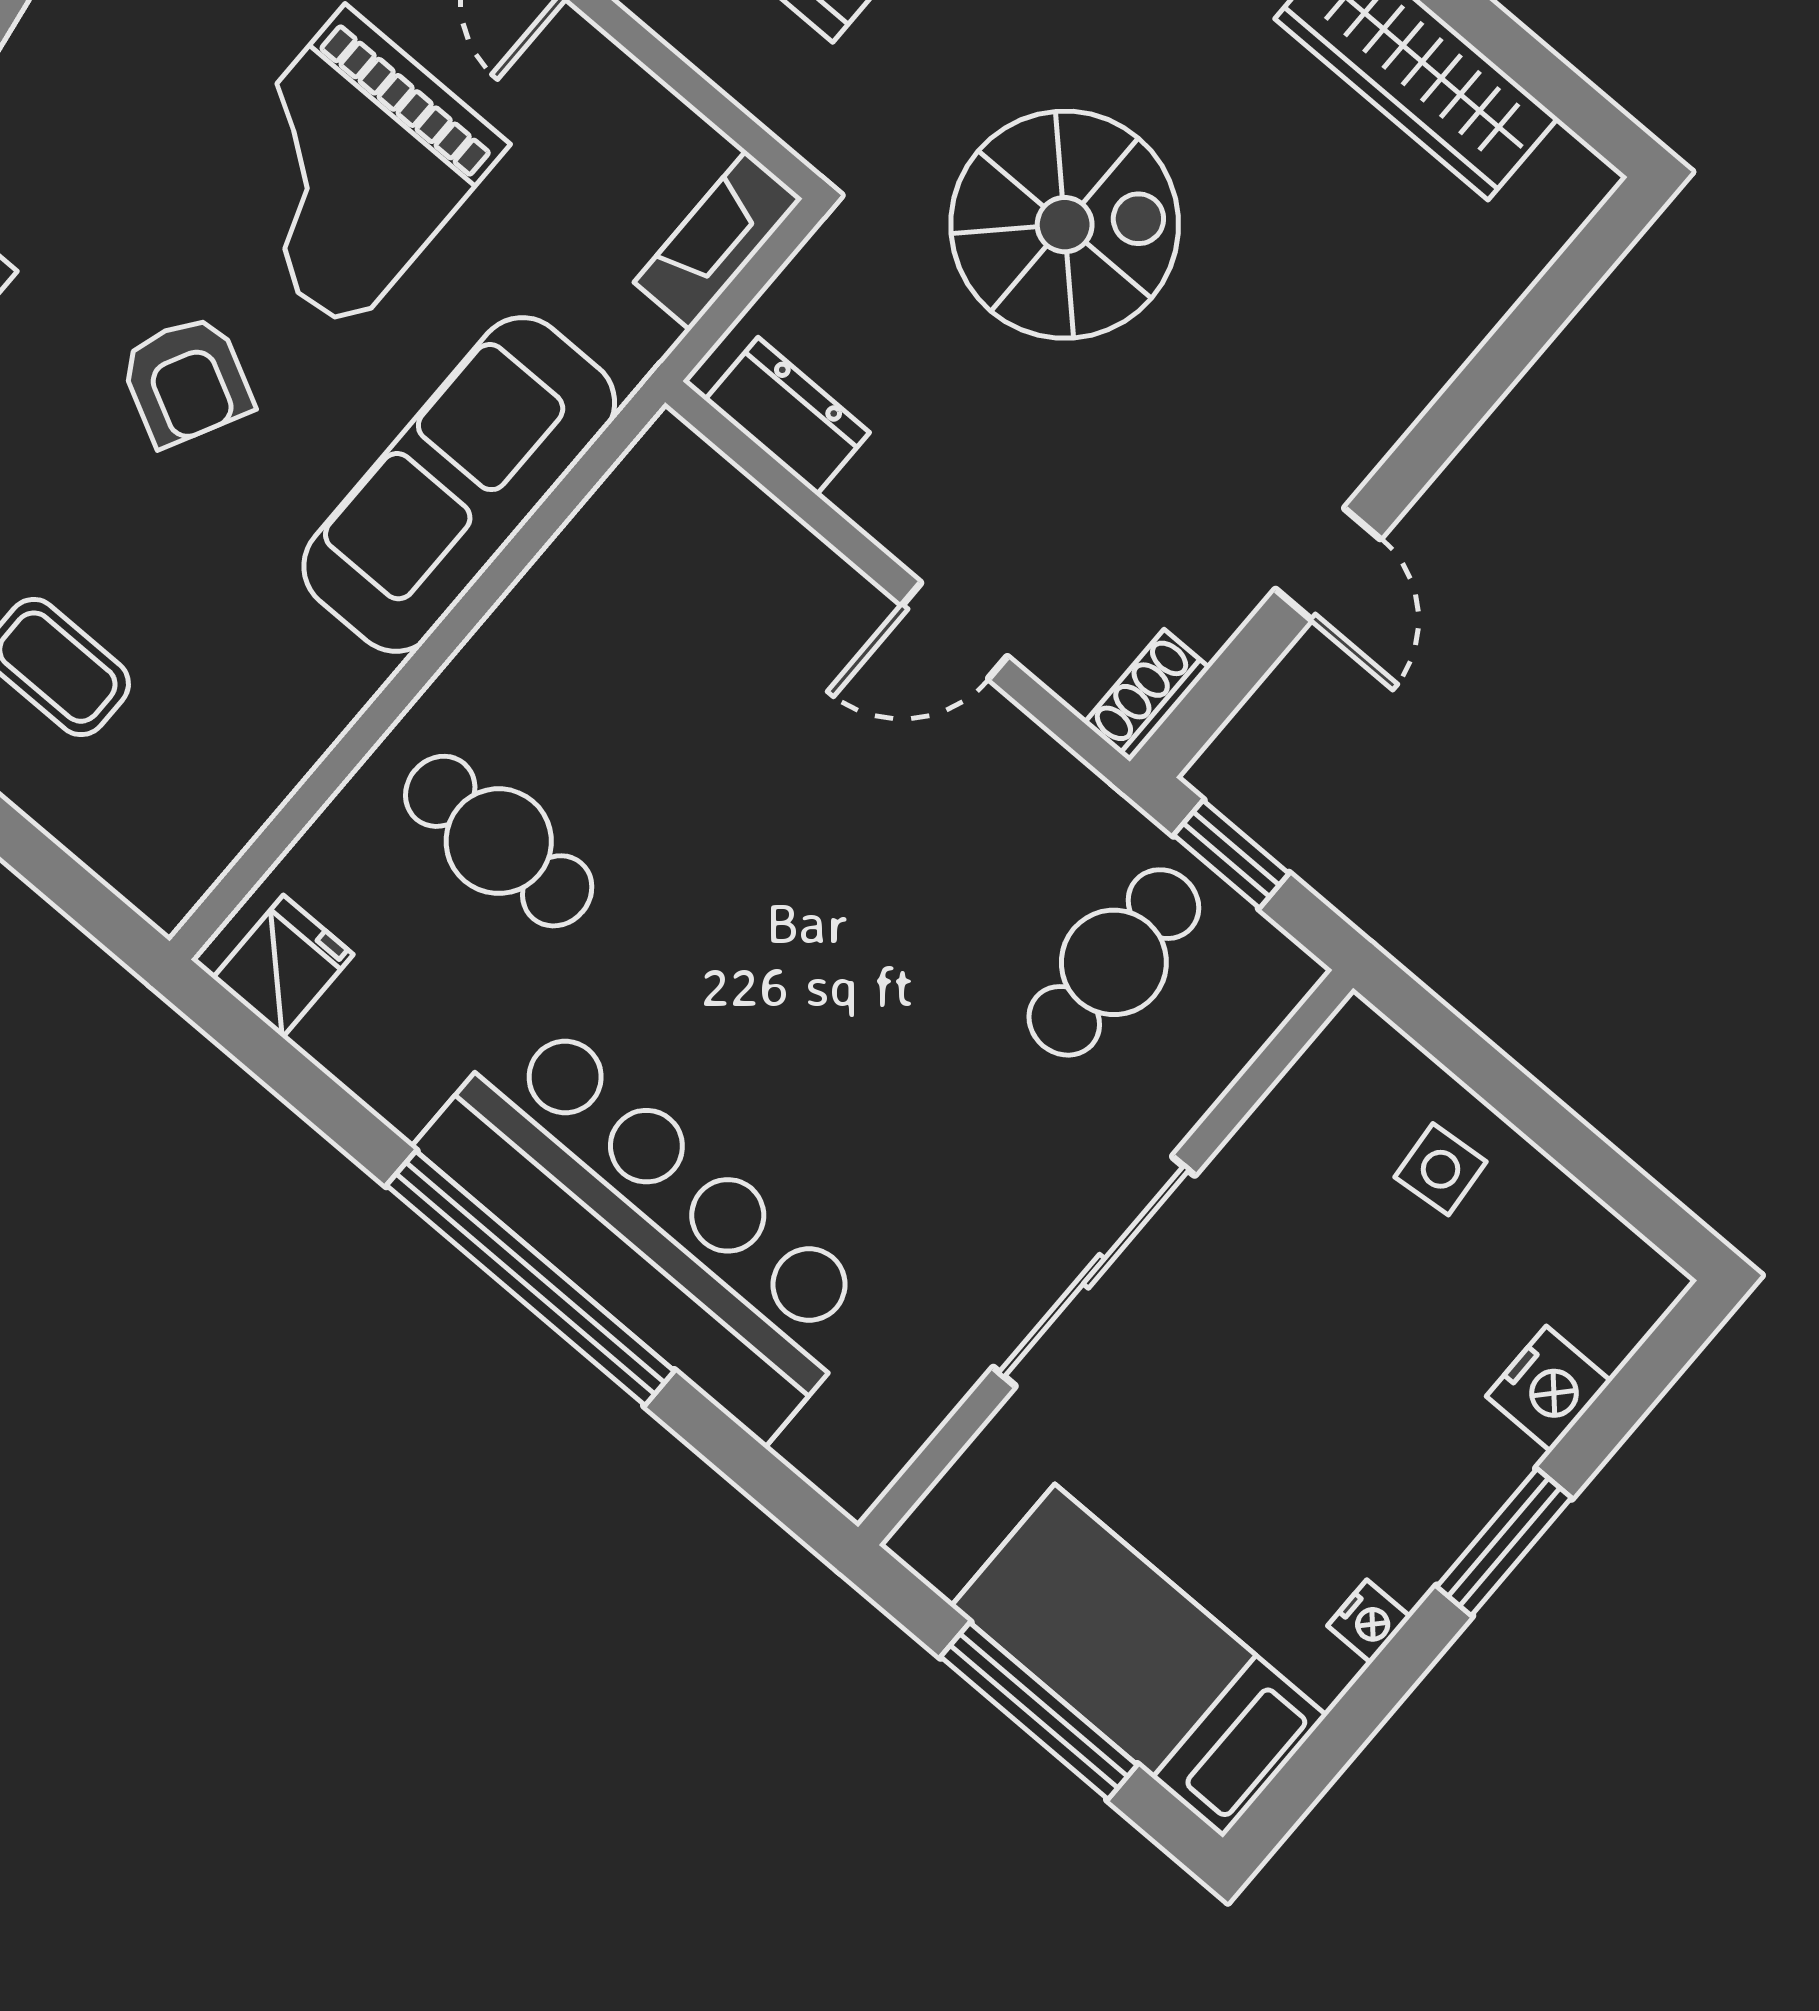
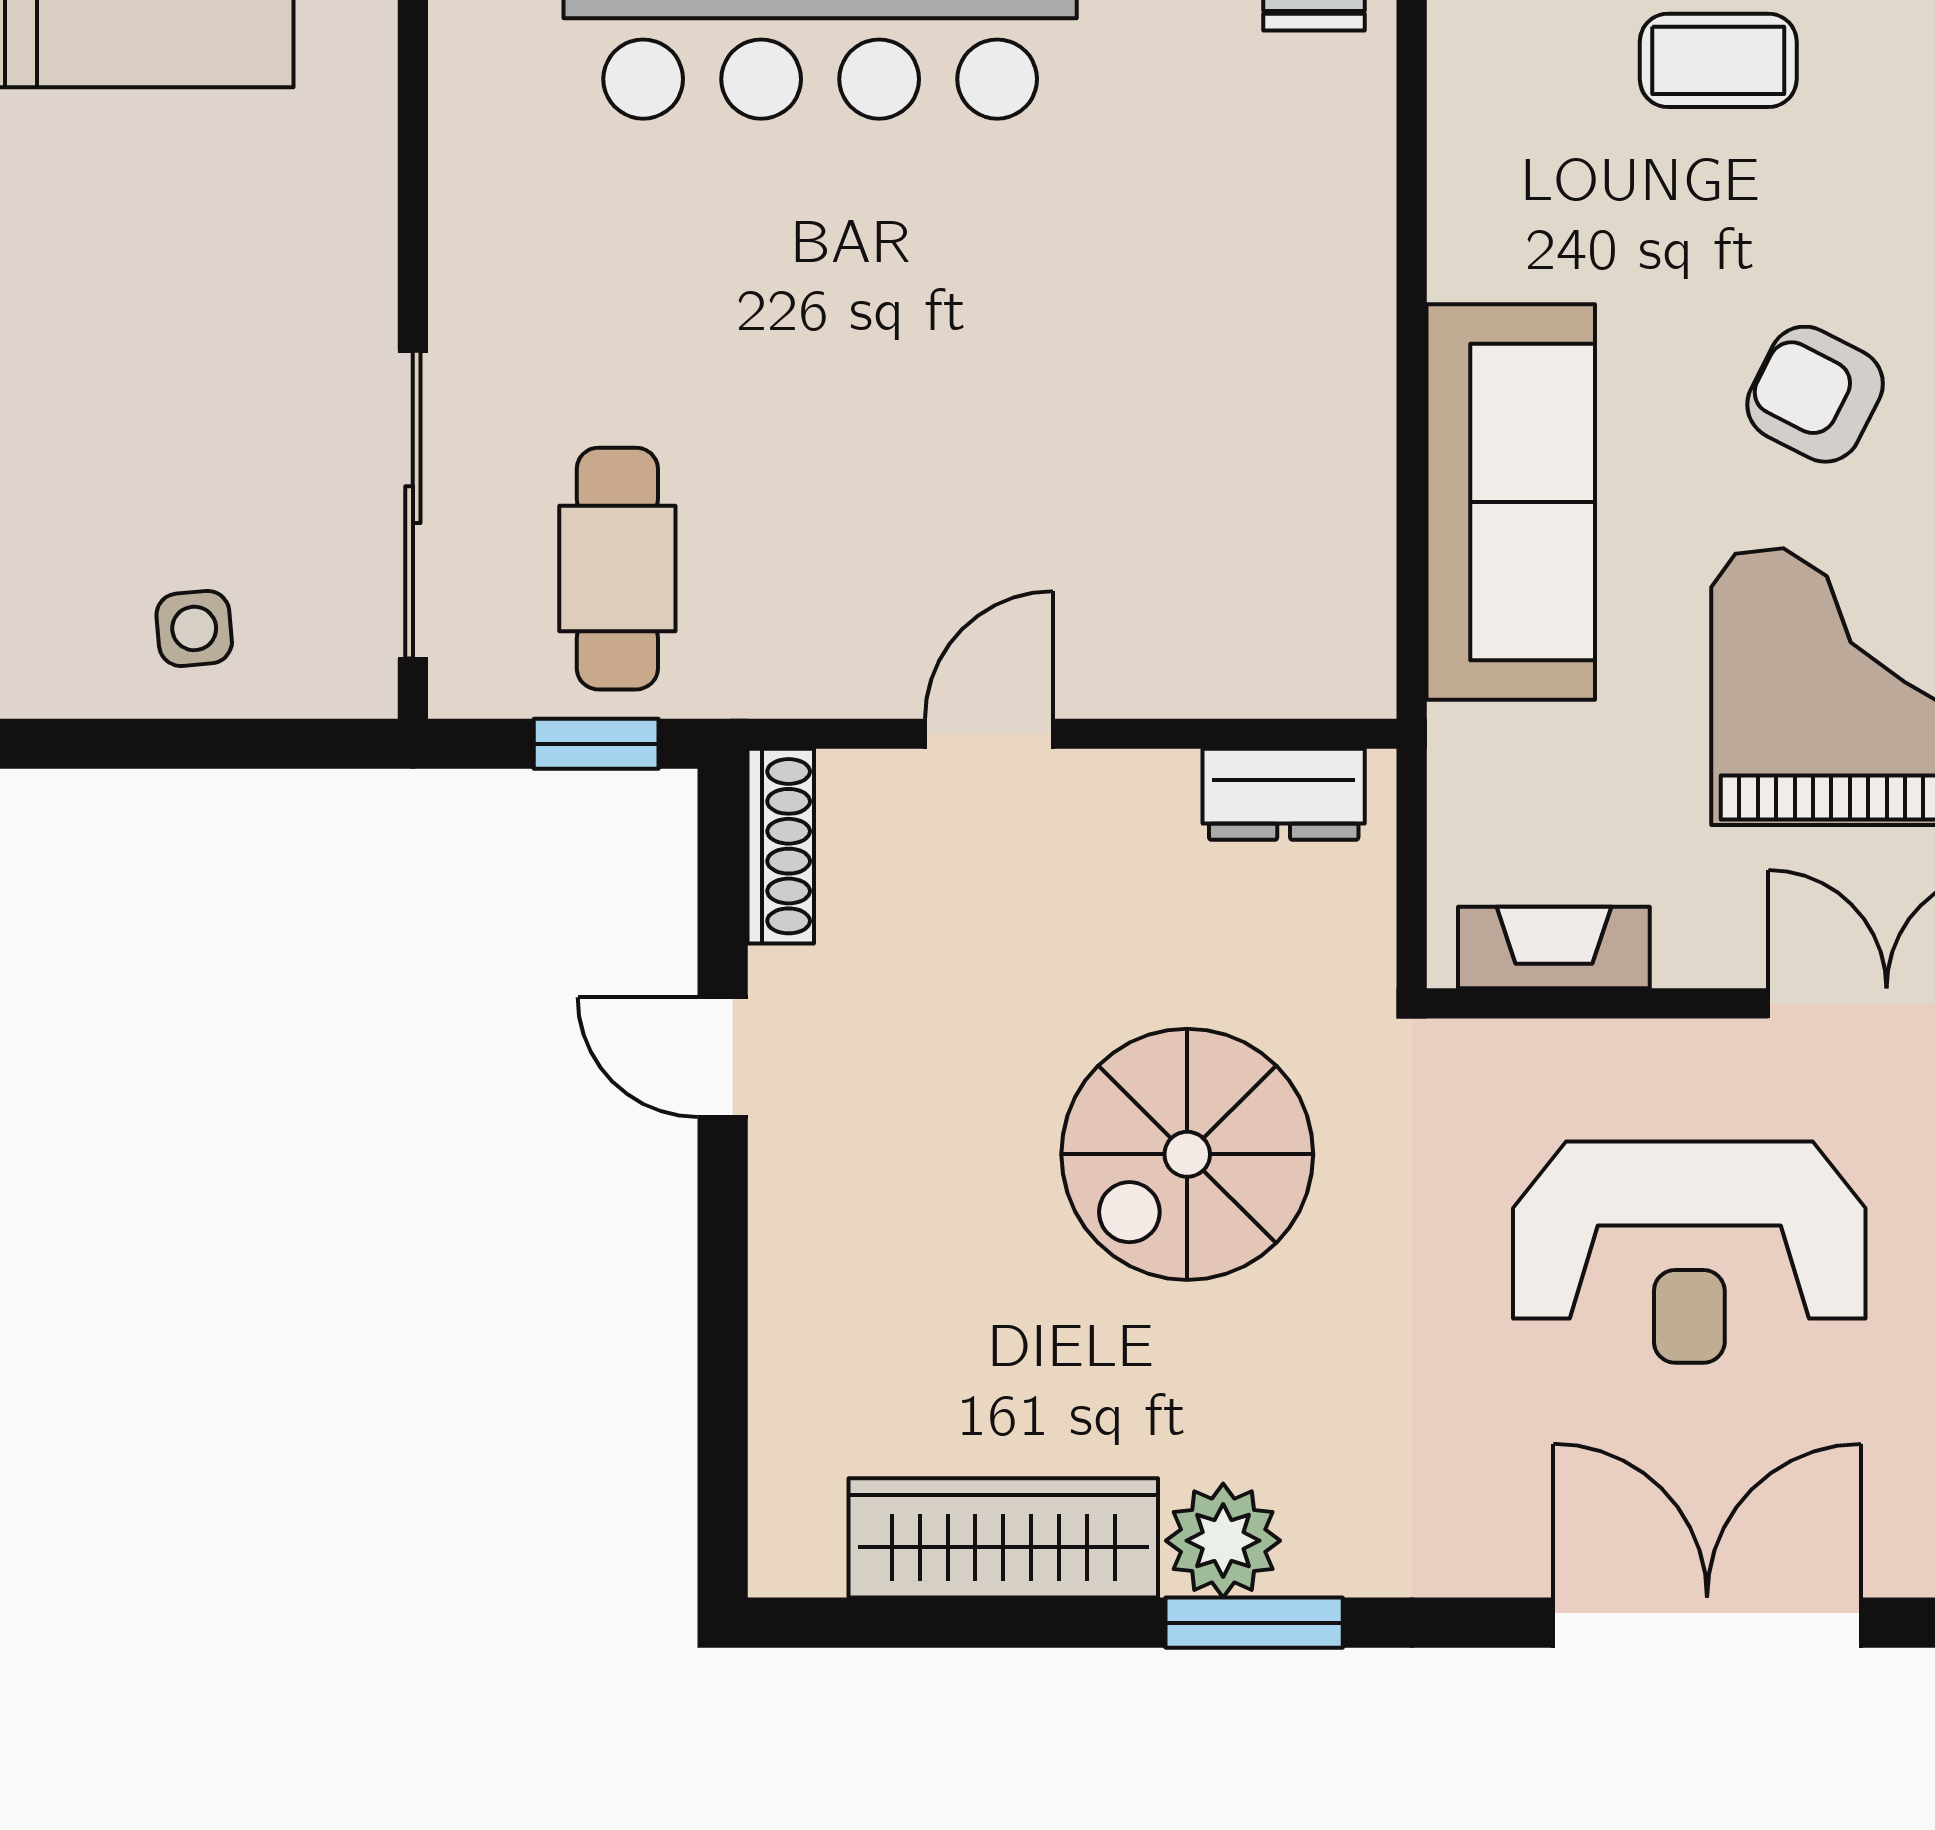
fireplace: (718, 241) -> (1554, 948), moved, turned -90
shoe rack: (1147, 696) -> (781, 846), width x1.43
cafe table: (499, 841) -> (1222, 230), removed
sliding door: (1094, 1271) -> (413, 505), moved

